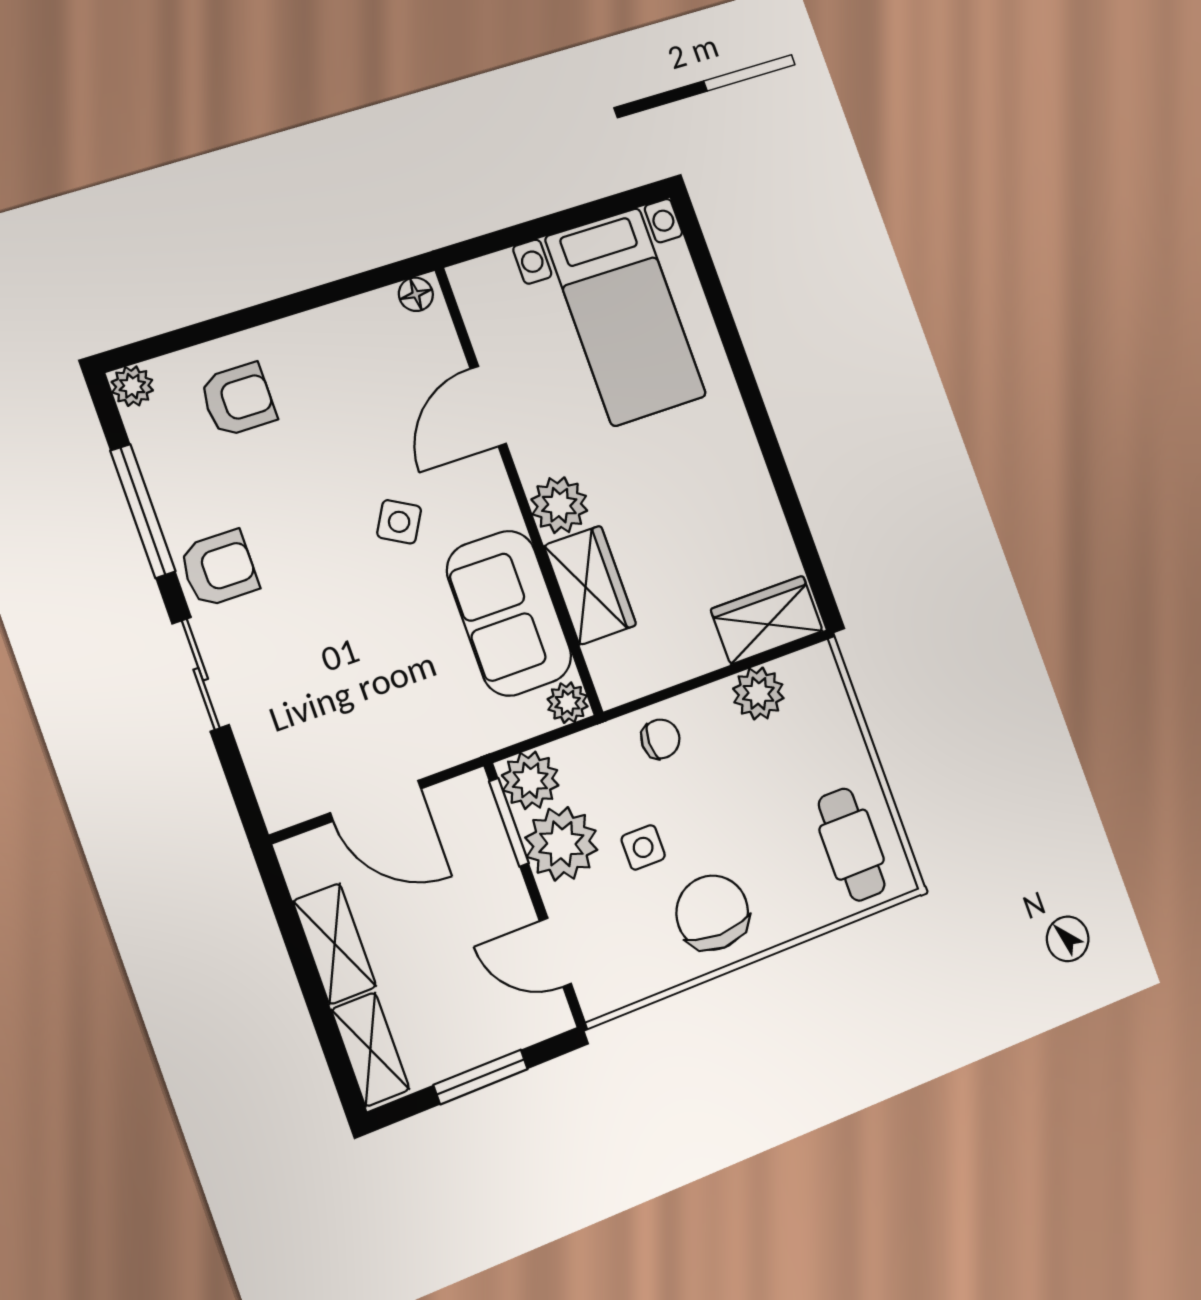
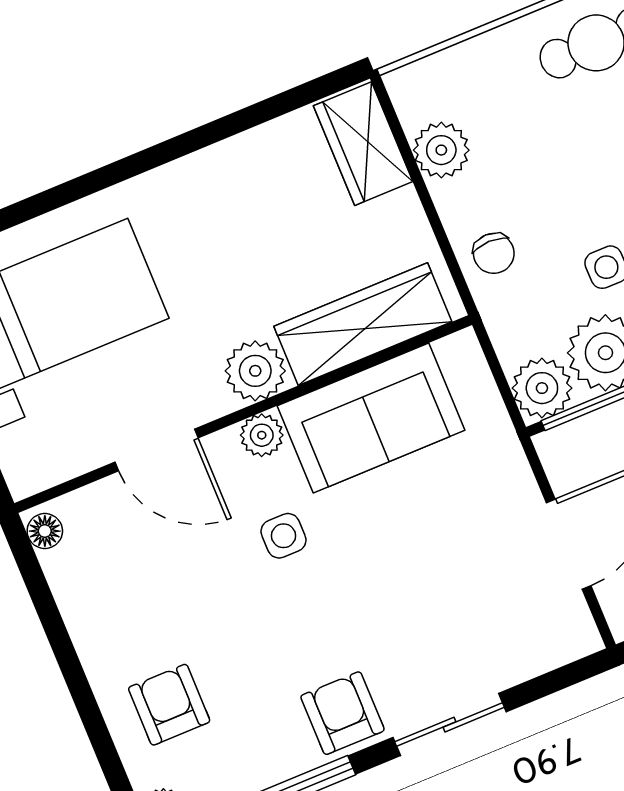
side table: (399, 522) -> (284, 536), turned -30
wardrobe: (590, 585) -> (363, 324), width x1.50
plant: (568, 703) -> (262, 435), moved
chair: (660, 739) -> (494, 253), turned 180

